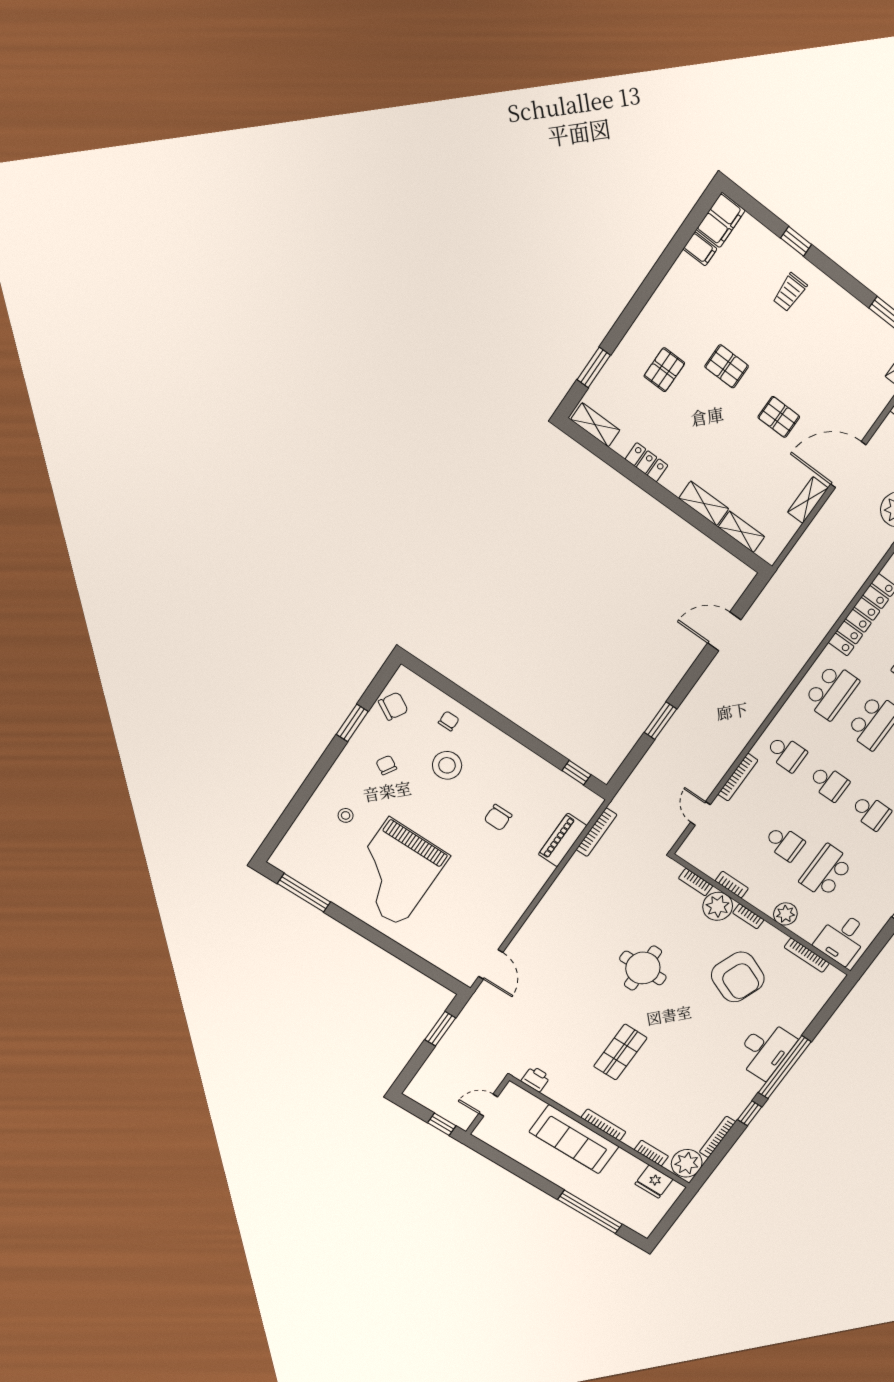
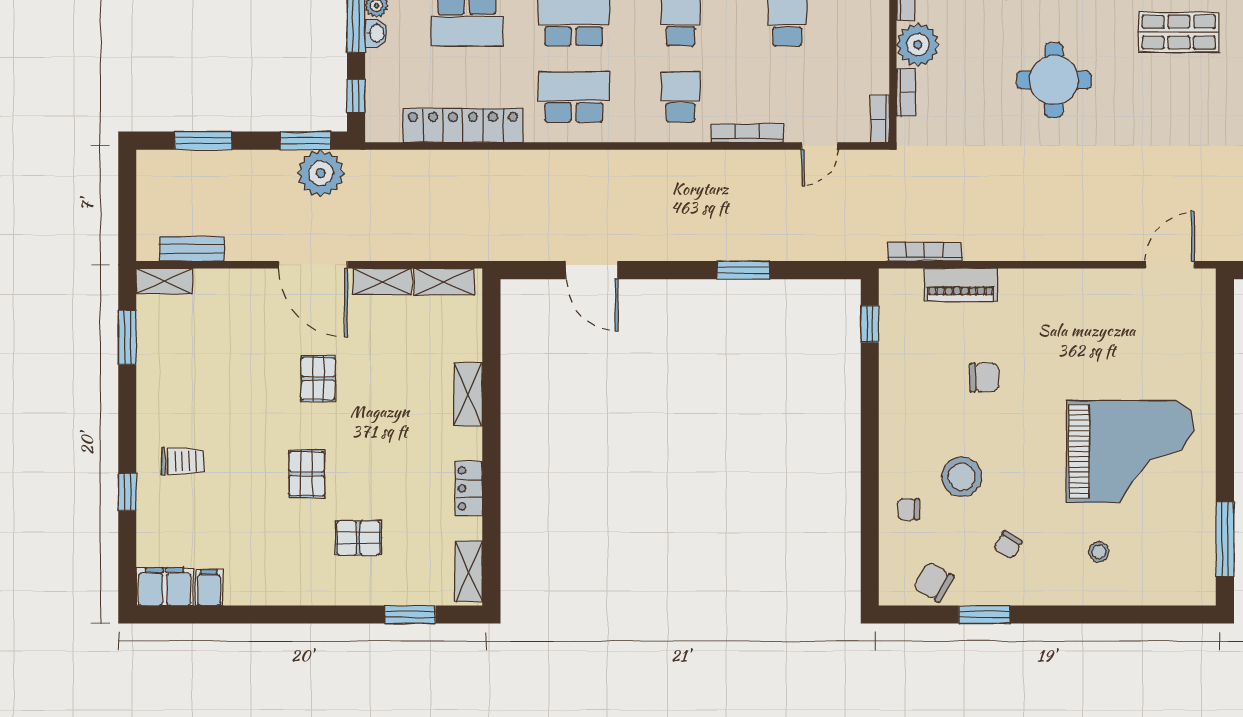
shelving: (741, 532) -> (444, 282), moved, turned 90
bookcase: (732, 885) -> (880, 119), moved

